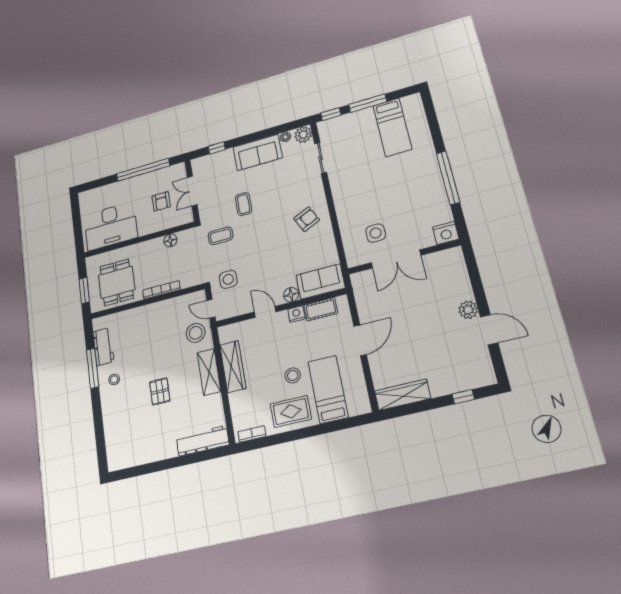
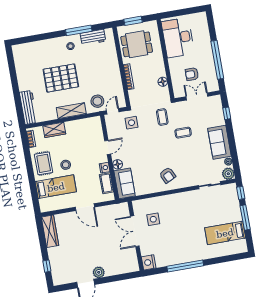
wardrobe: (233, 366) -> (54, 130), moved, width x0.67
pallet: (160, 391) -> (61, 78), width x2.05, depth x2.00

